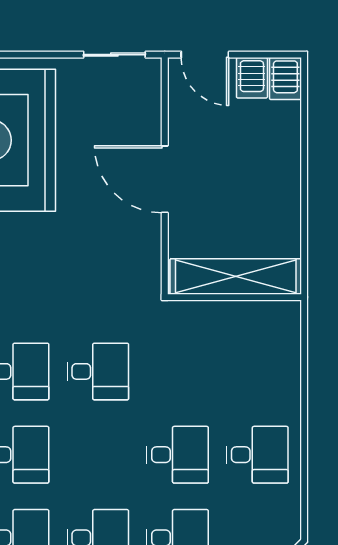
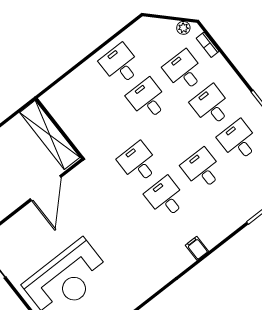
door: (165, 179) -> (46, 188), moved

